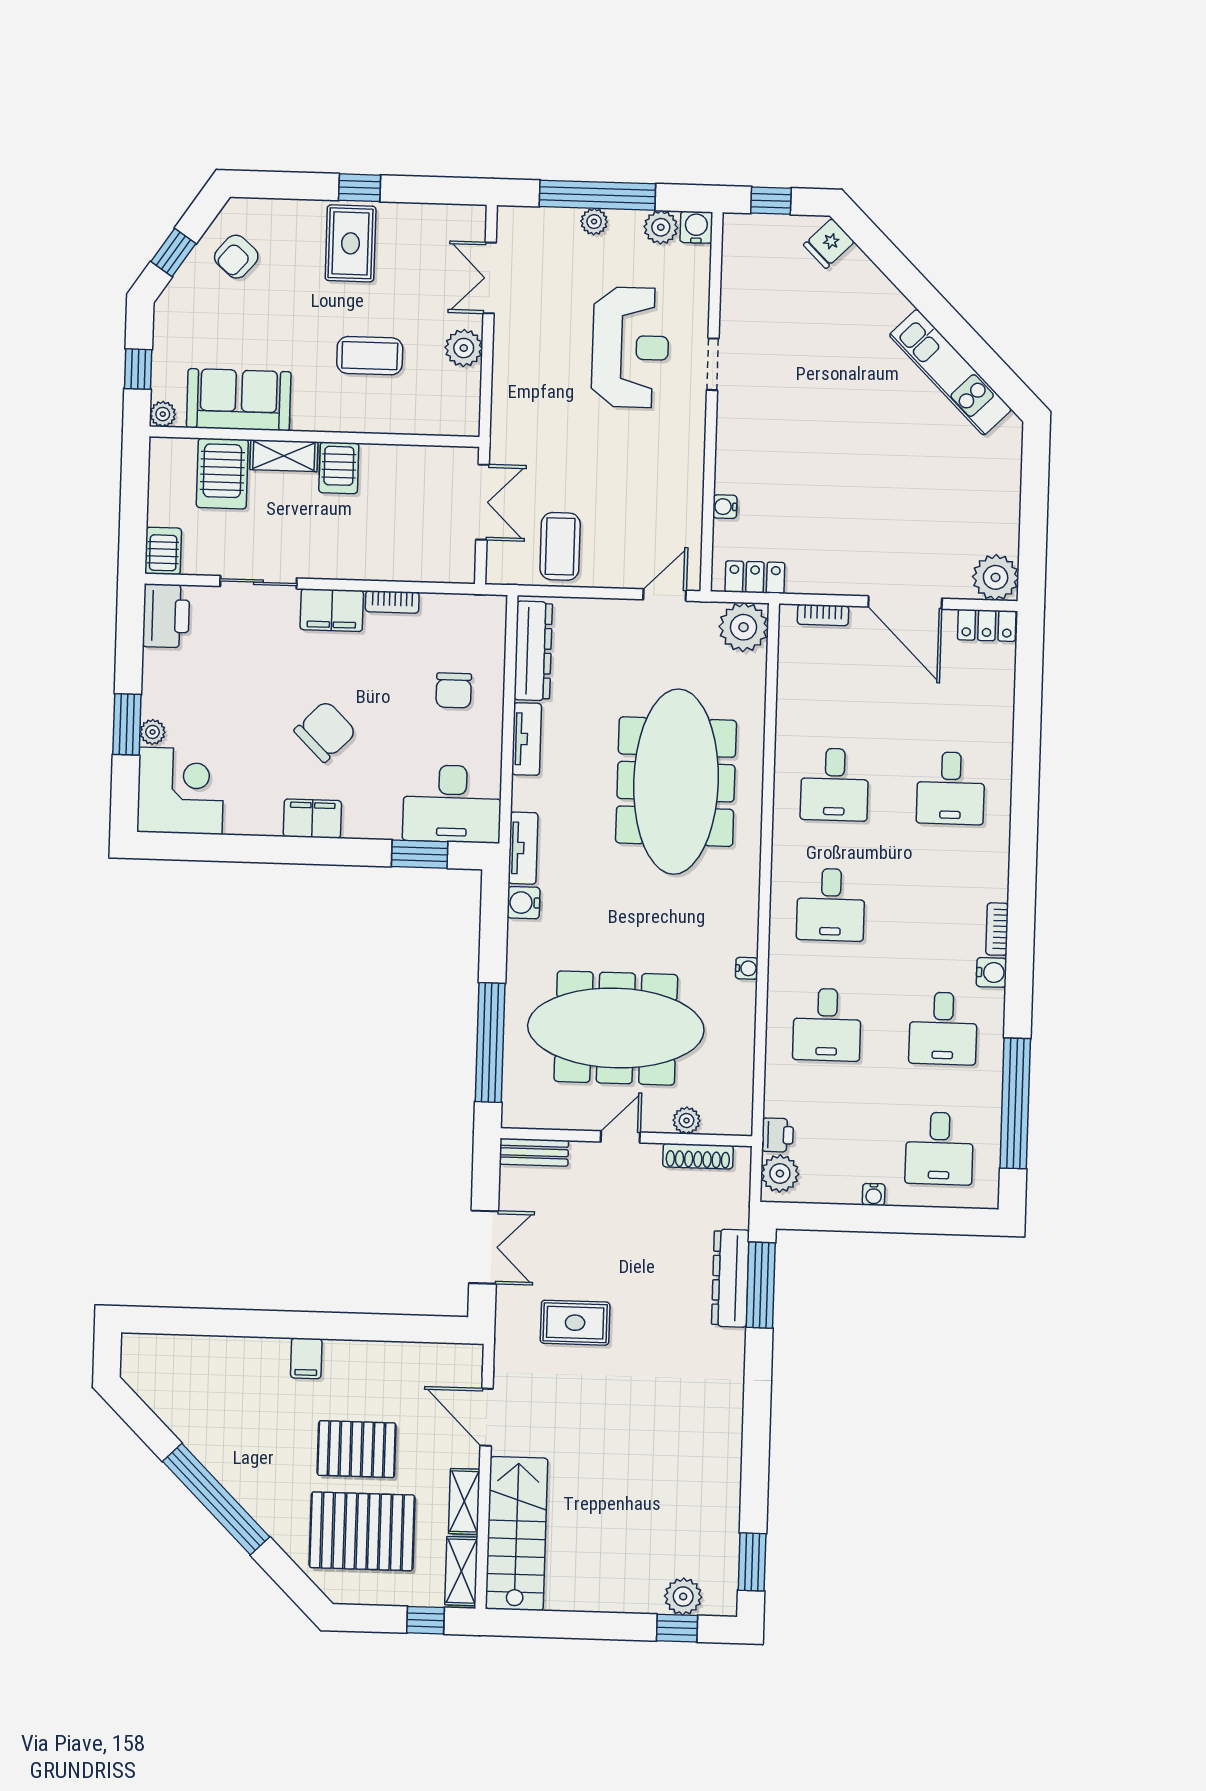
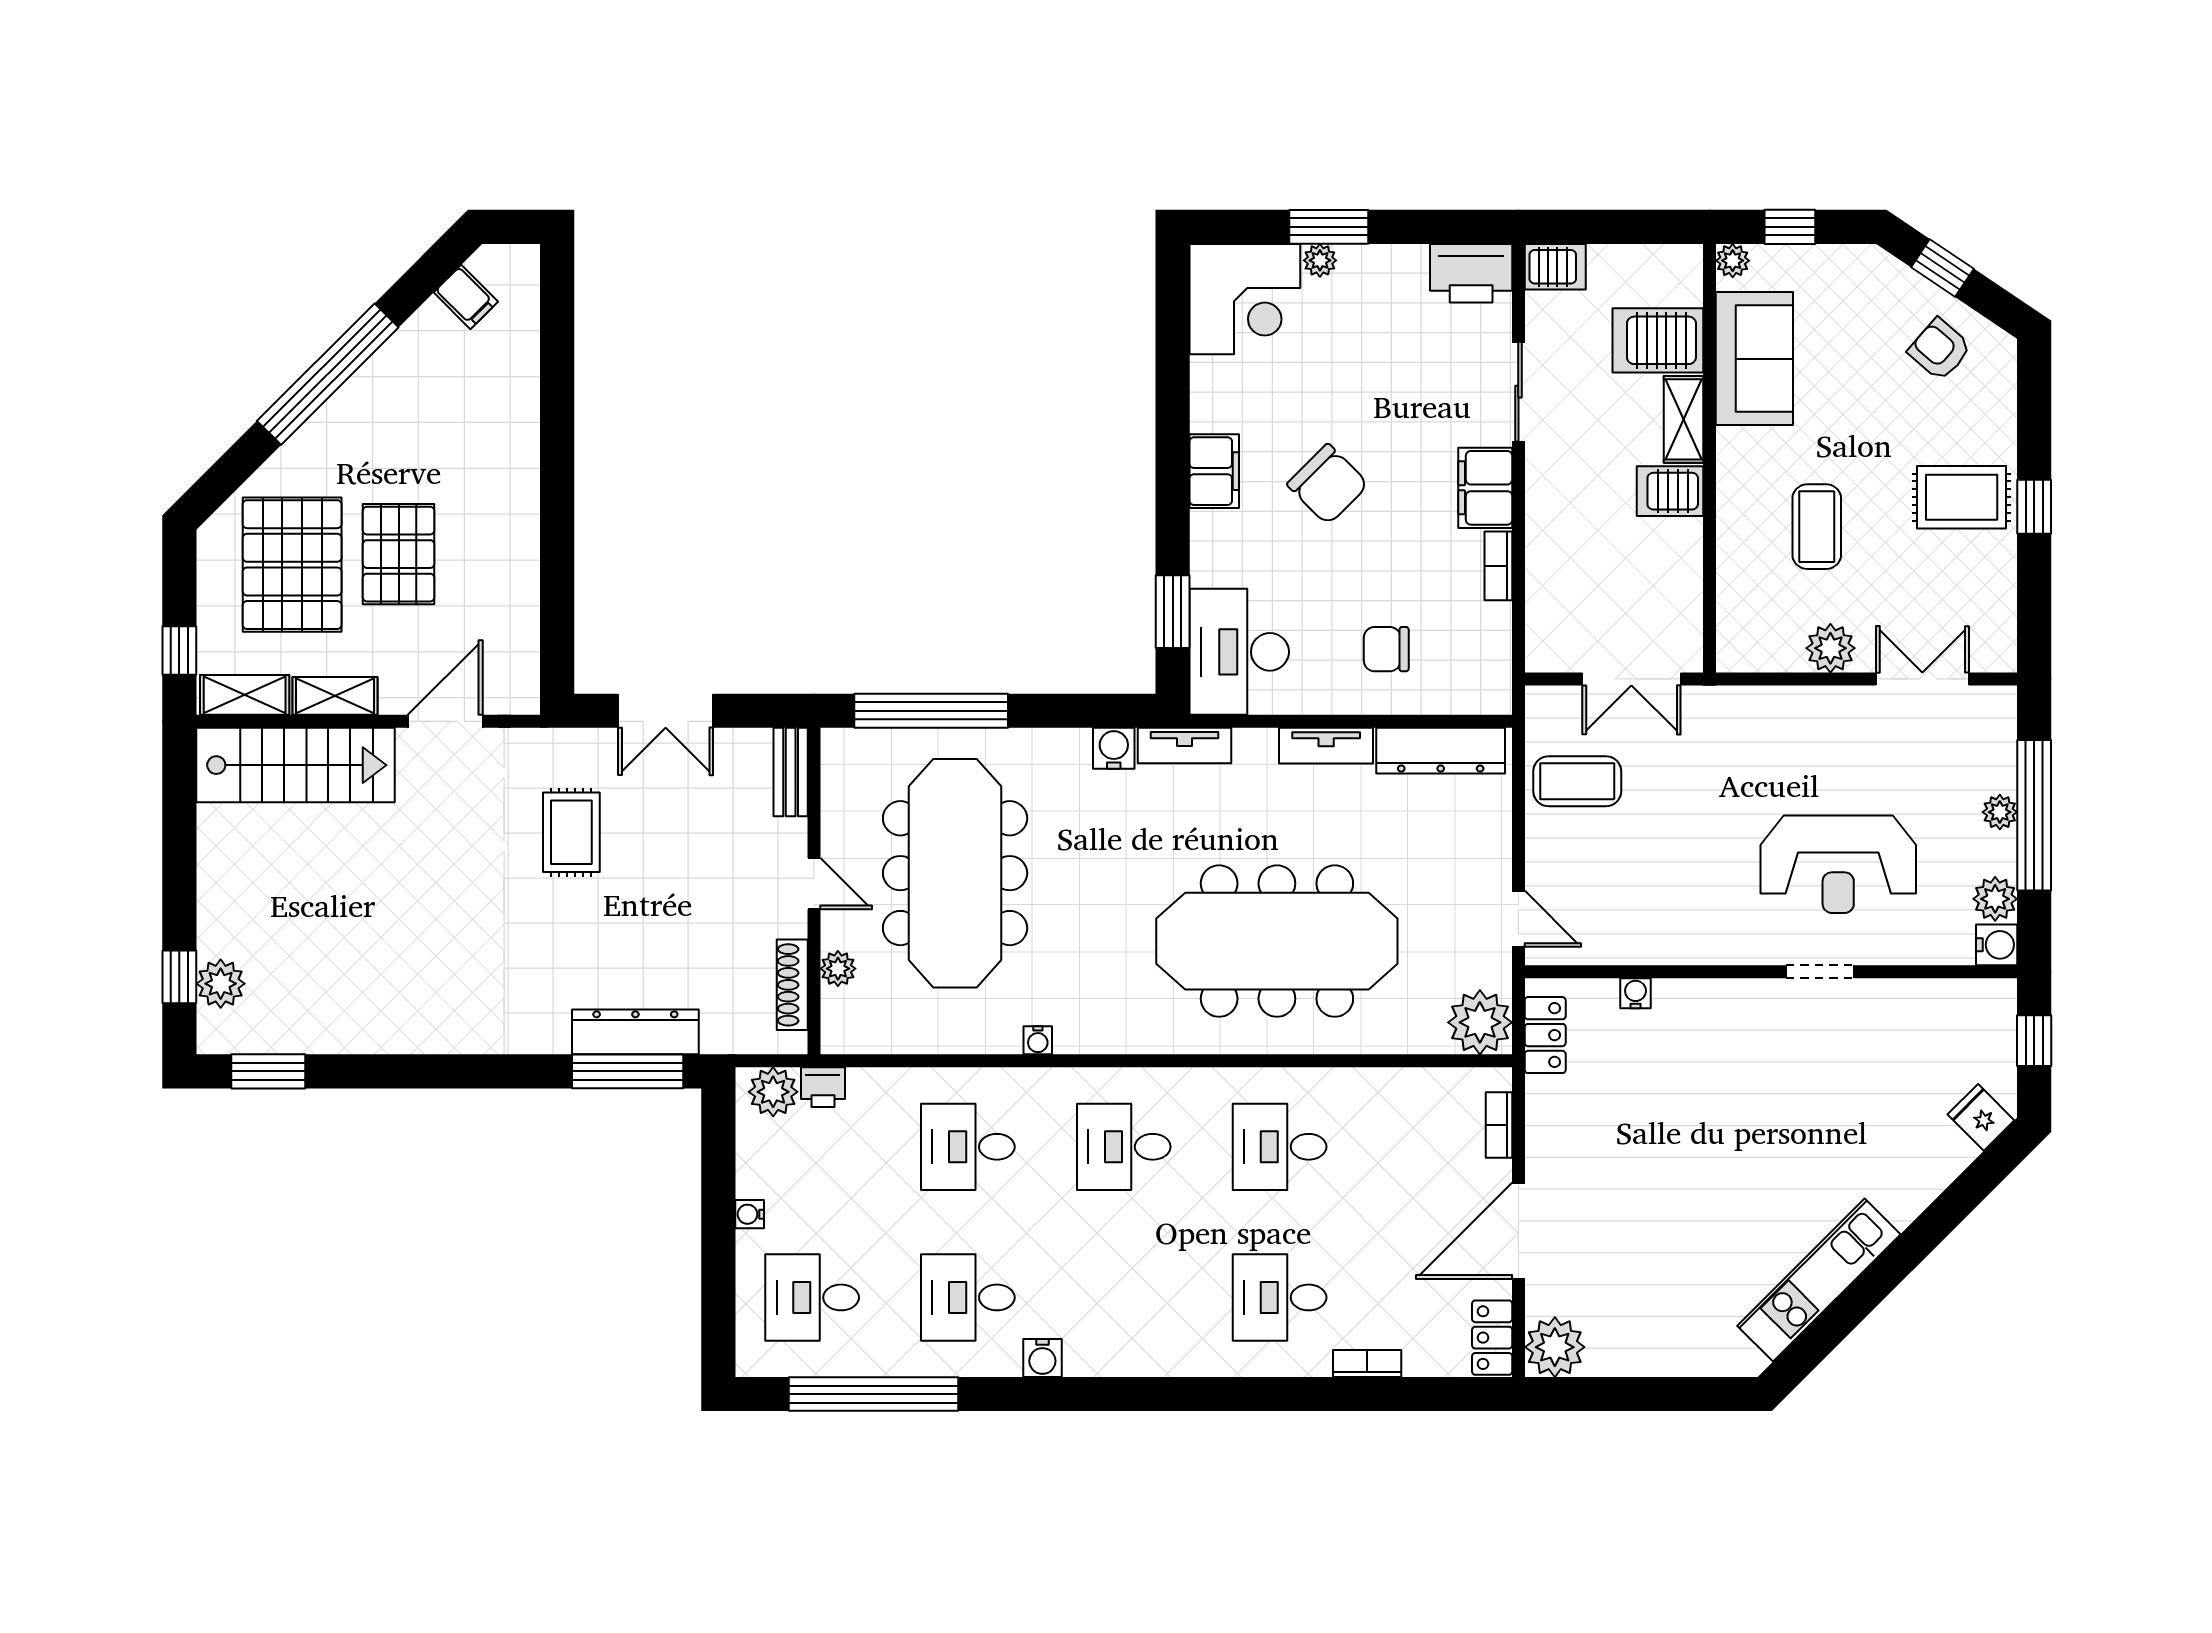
bookcase: (997, 929) -> (1367, 1363), moved
filing cabinet: (306, 1358) -> (466, 297), moved, turned -135

